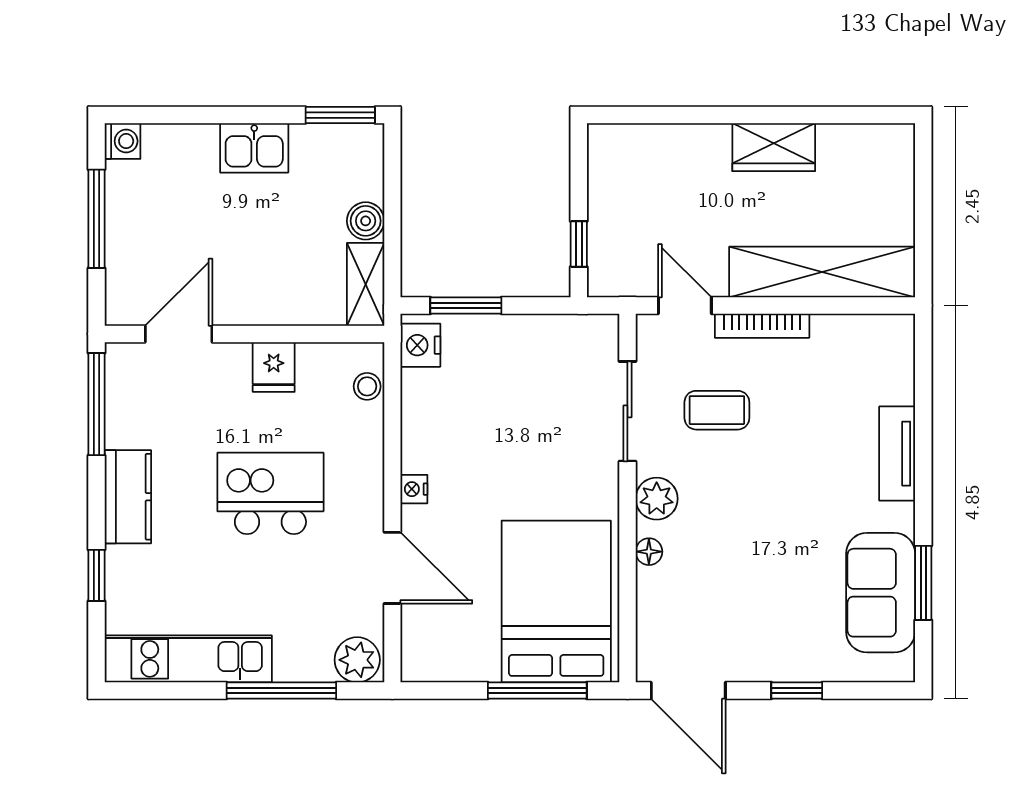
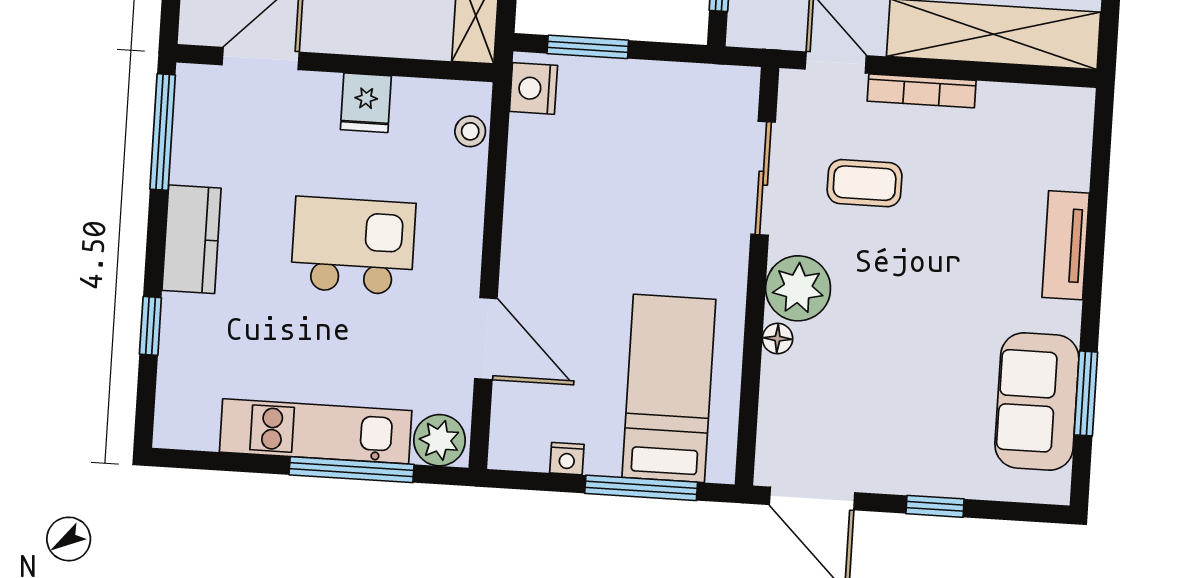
nightstand: (414, 489) -> (567, 459), moved, turned -90
plant: (657, 499) -> (798, 288), width x1.36, depth x1.36
bed: (556, 602) -> (669, 388), width x0.67
kitchen unit: (188, 659) -> (316, 431), moved

